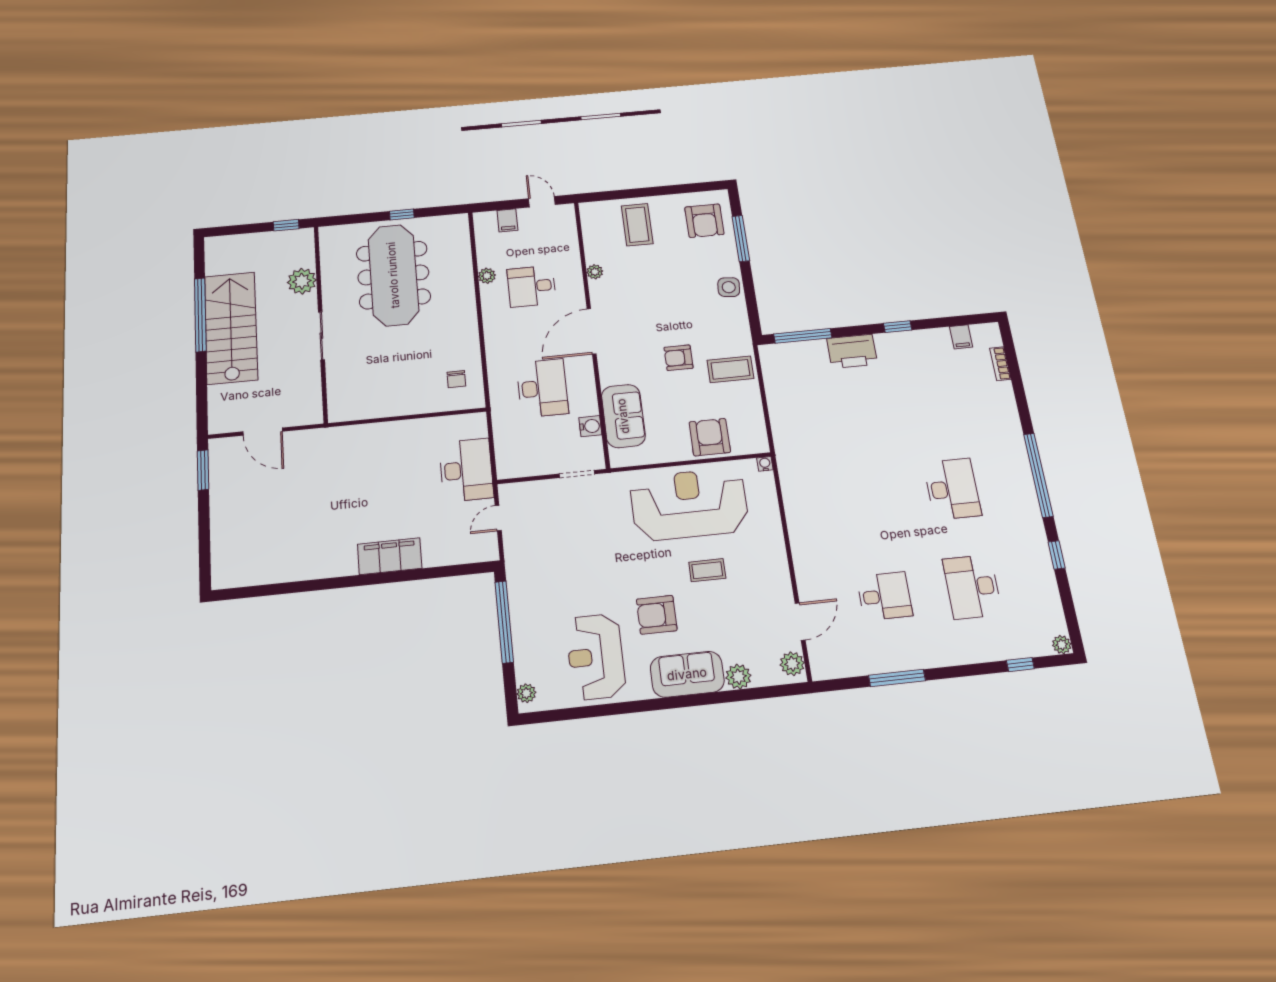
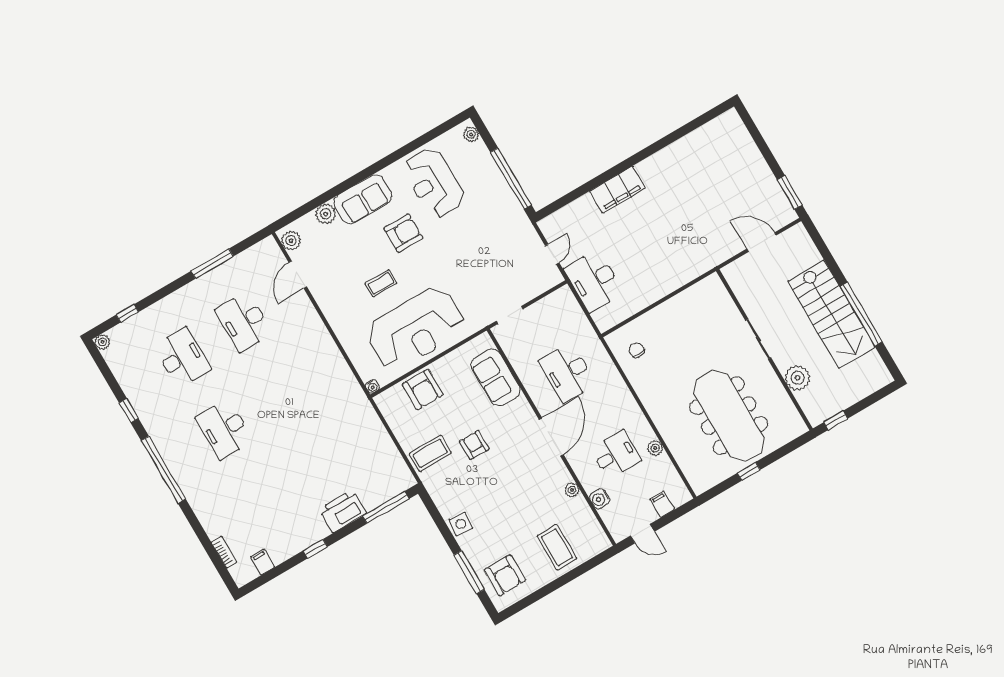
armchair: (704, 221) -> (505, 575), turned 180
armchair: (679, 358) -> (474, 445), turned -90
water cooler: (590, 426) -> (600, 499), moved
desk: (884, 596) -> (244, 322), width x1.37
reception desk: (596, 657) -> (434, 183), turned 180

